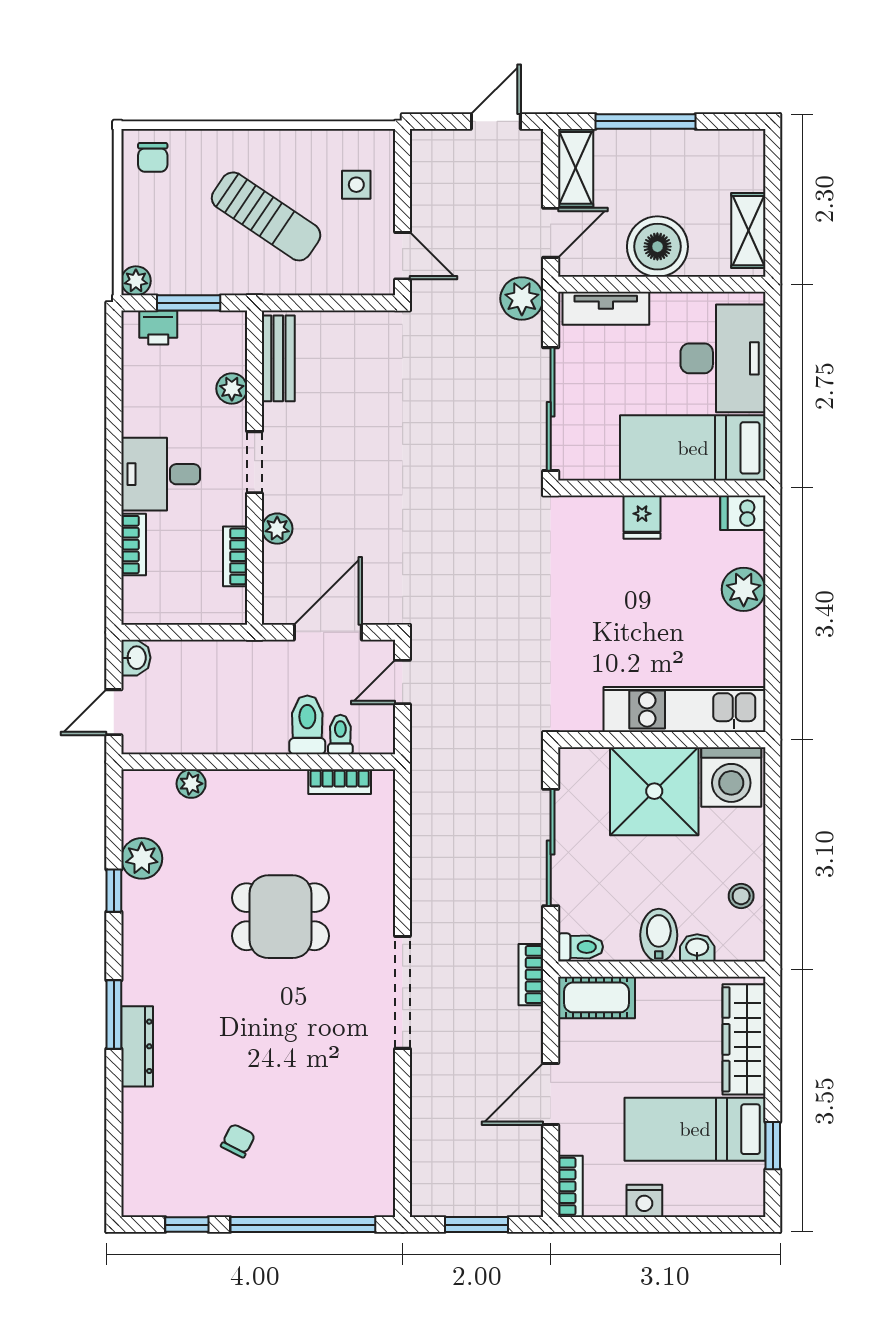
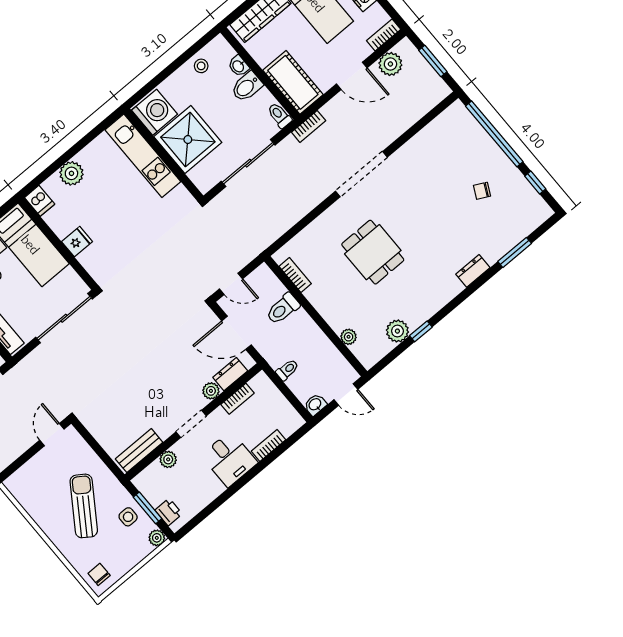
chair: (153, 157) -> (99, 574), turned -90
side table: (356, 185) -> (128, 517), moved
plant: (522, 299) -> (390, 64), moved
dresser: (278, 575) -> (230, 374), added
toilet: (340, 735) -> (287, 370), moved, turned 180
cot: (596, 997) -> (293, 82), width x1.37, depth x1.34
window: (114, 1015) -> (515, 252), moved
dresser: (137, 1046) -> (473, 271), width x0.70

